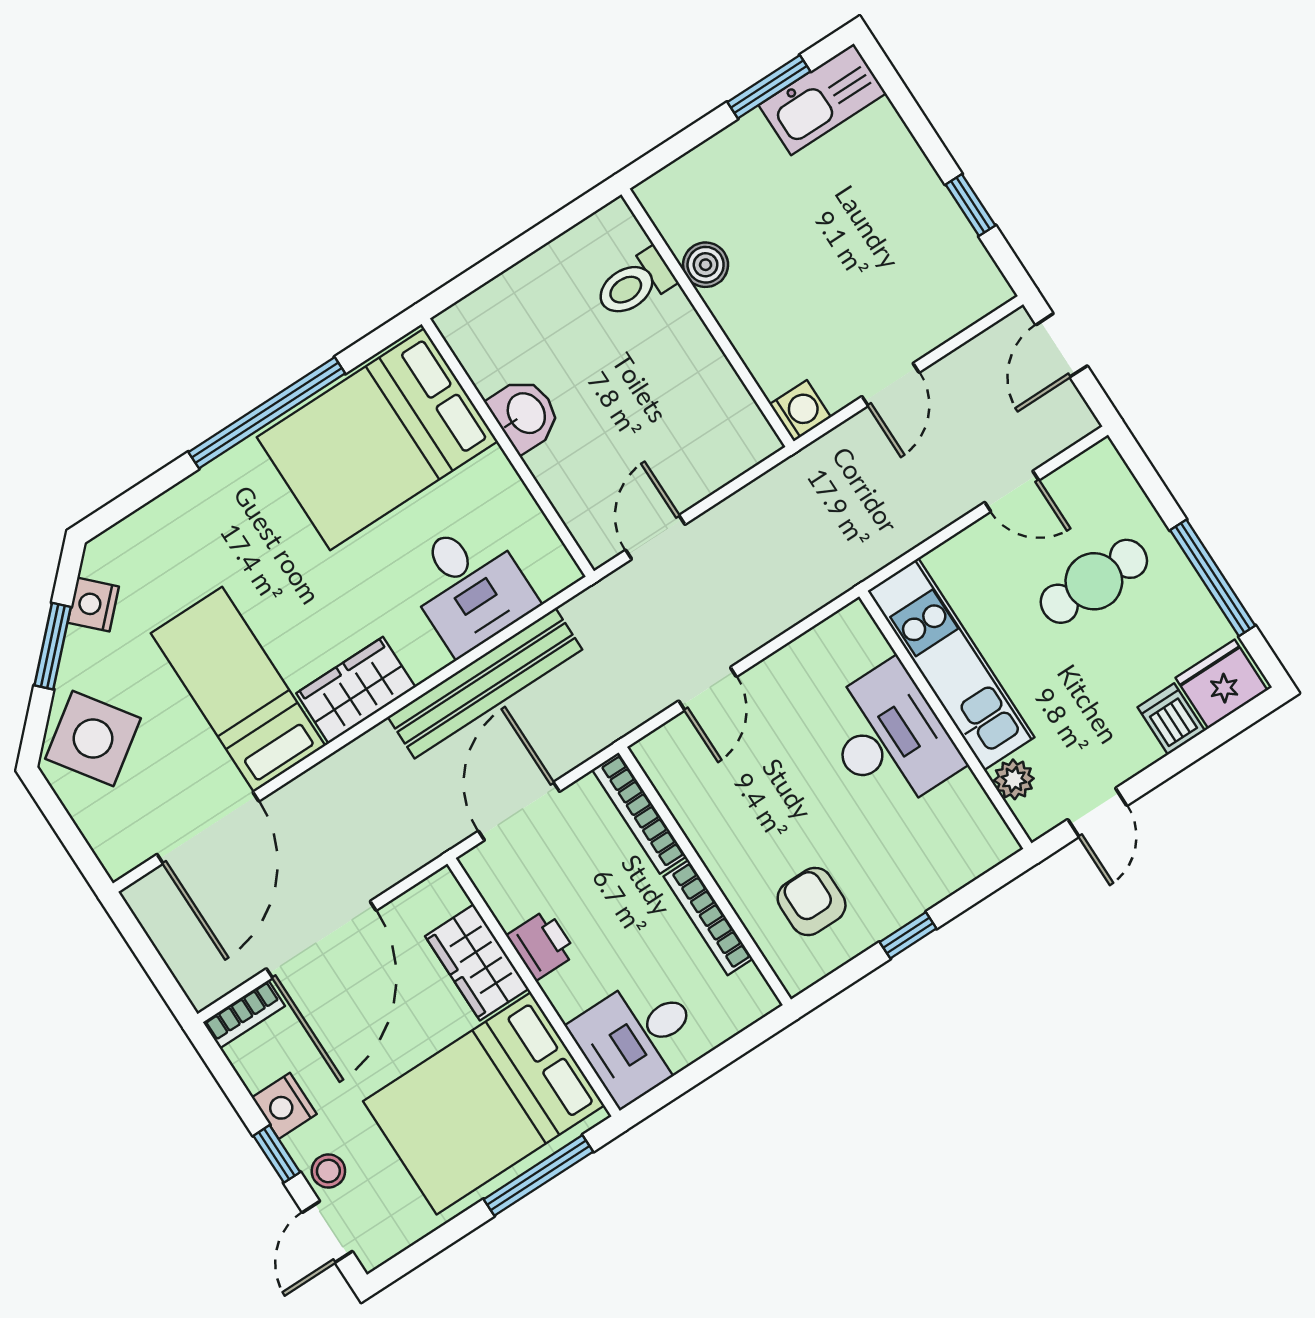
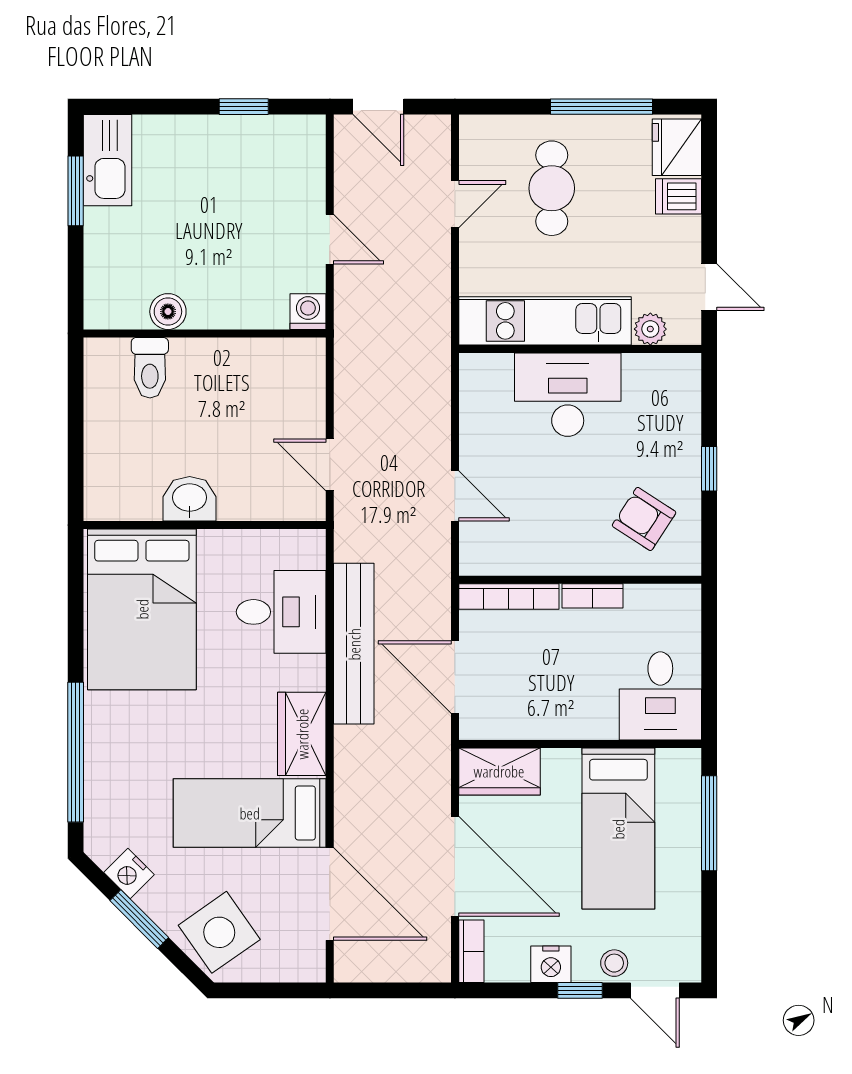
window: (267, 413) -> (76, 752), moved
armchair: (812, 902) -> (644, 519), turned 33
bookcase: (708, 918) -> (592, 596), width x0.64
printer: (542, 945) -> (555, 720), removed
wardrobe: (477, 962) -> (499, 771), moved
bed: (484, 1103) -> (618, 829), width x0.67

